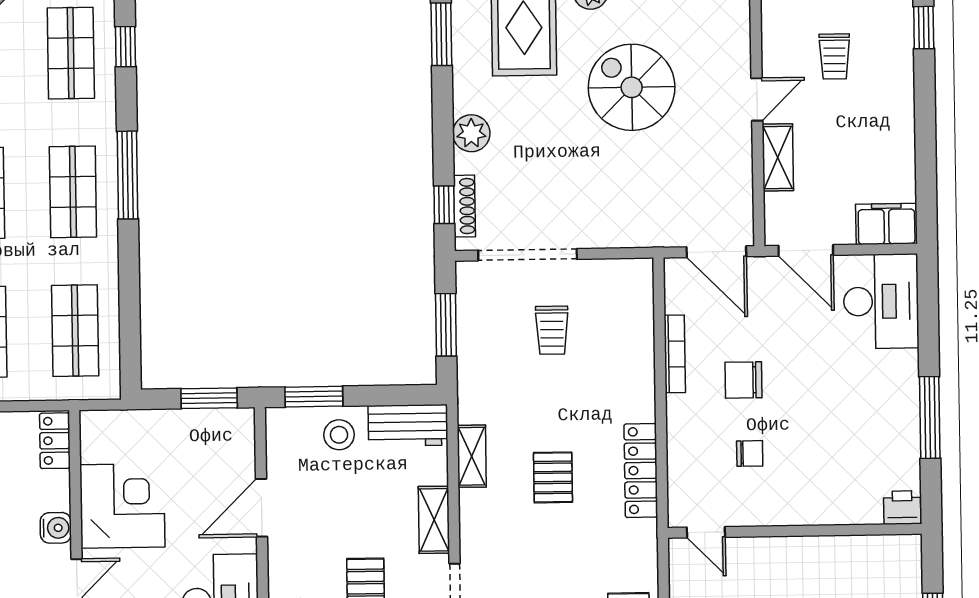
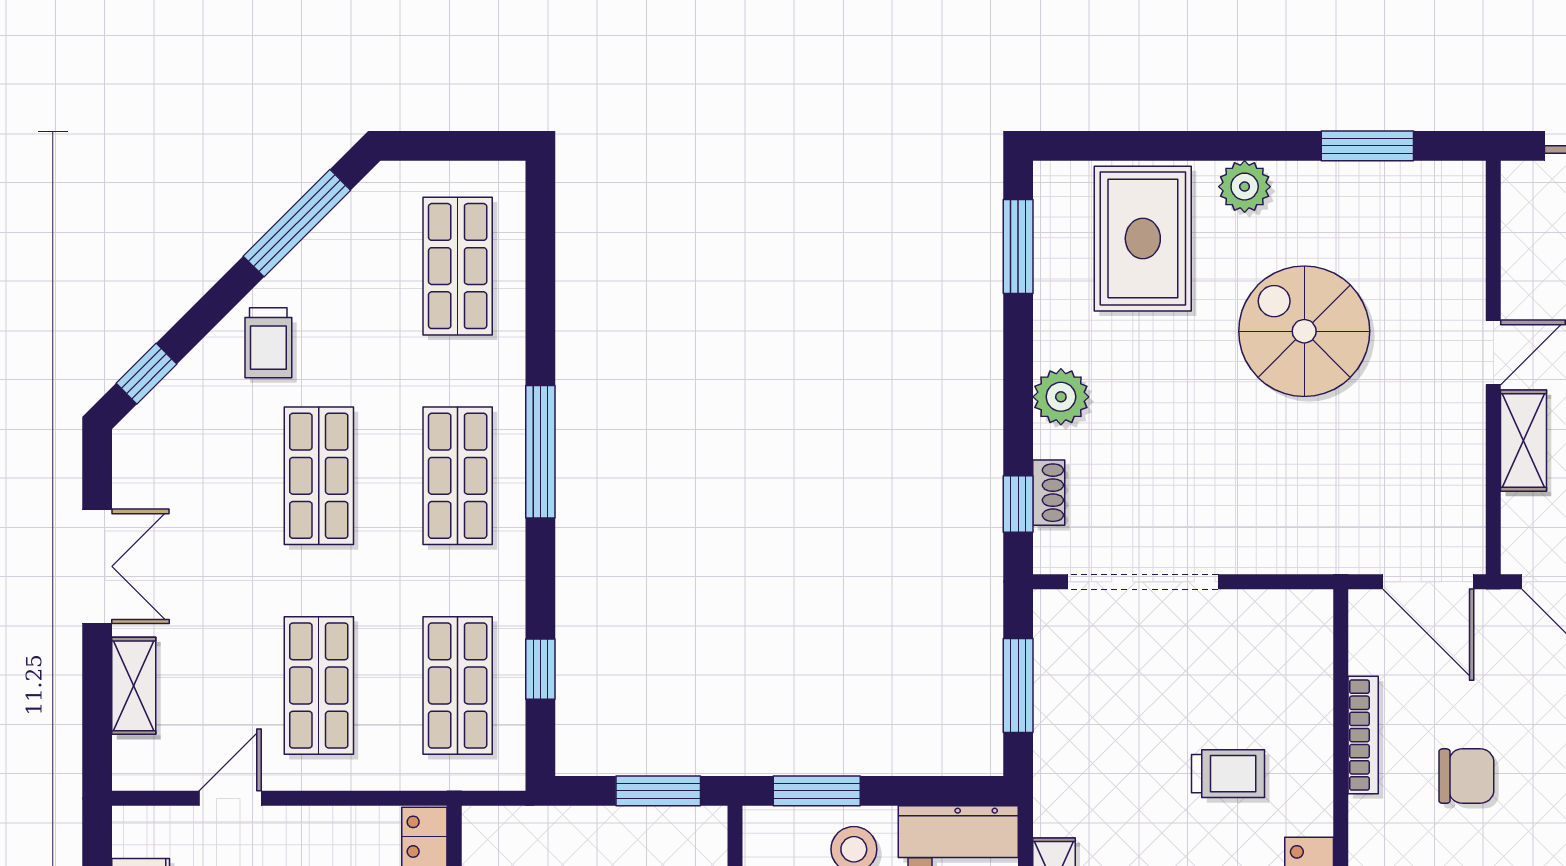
window: (125, 47) -> (540, 669), moved
shoe rack: (464, 206) -> (1049, 493), width x0.70
trolley: (552, 330) -> (1228, 774), moved, turned -90
chair: (744, 380) -> (1466, 776), turned 180

